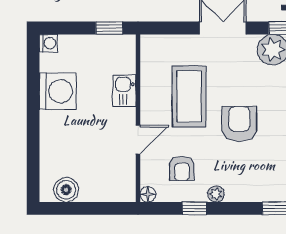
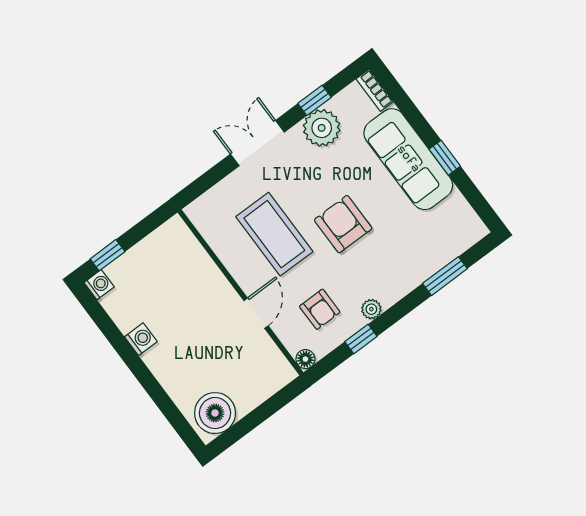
window: (109, 28) -> (108, 255), moved
washing machine: (58, 91) -> (141, 339), width x0.53, depth x0.53
kitchen sink: (124, 91) -> (207, 275), removed
boiler: (66, 190) -> (215, 413), width x1.37, depth x1.37

